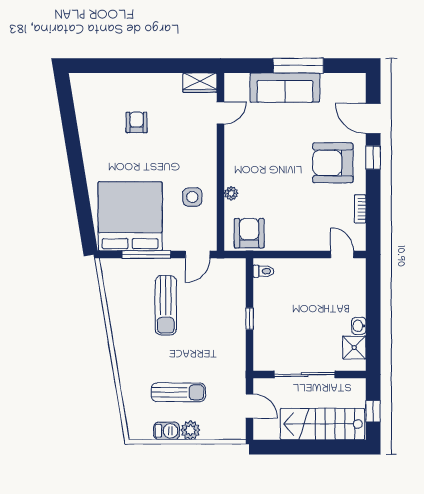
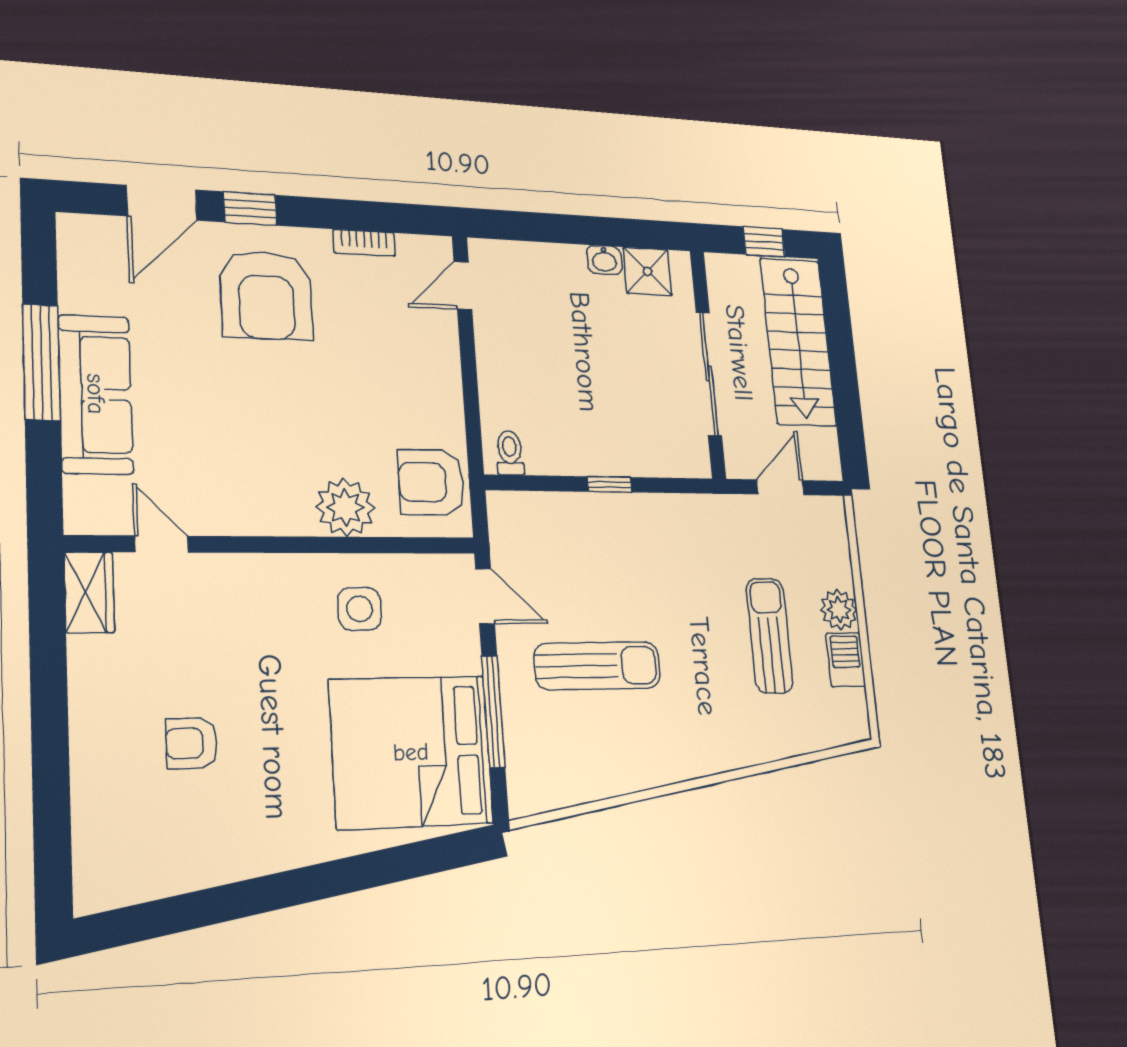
plant: (231, 193) -> (345, 507), width x1.88, depth x1.88

